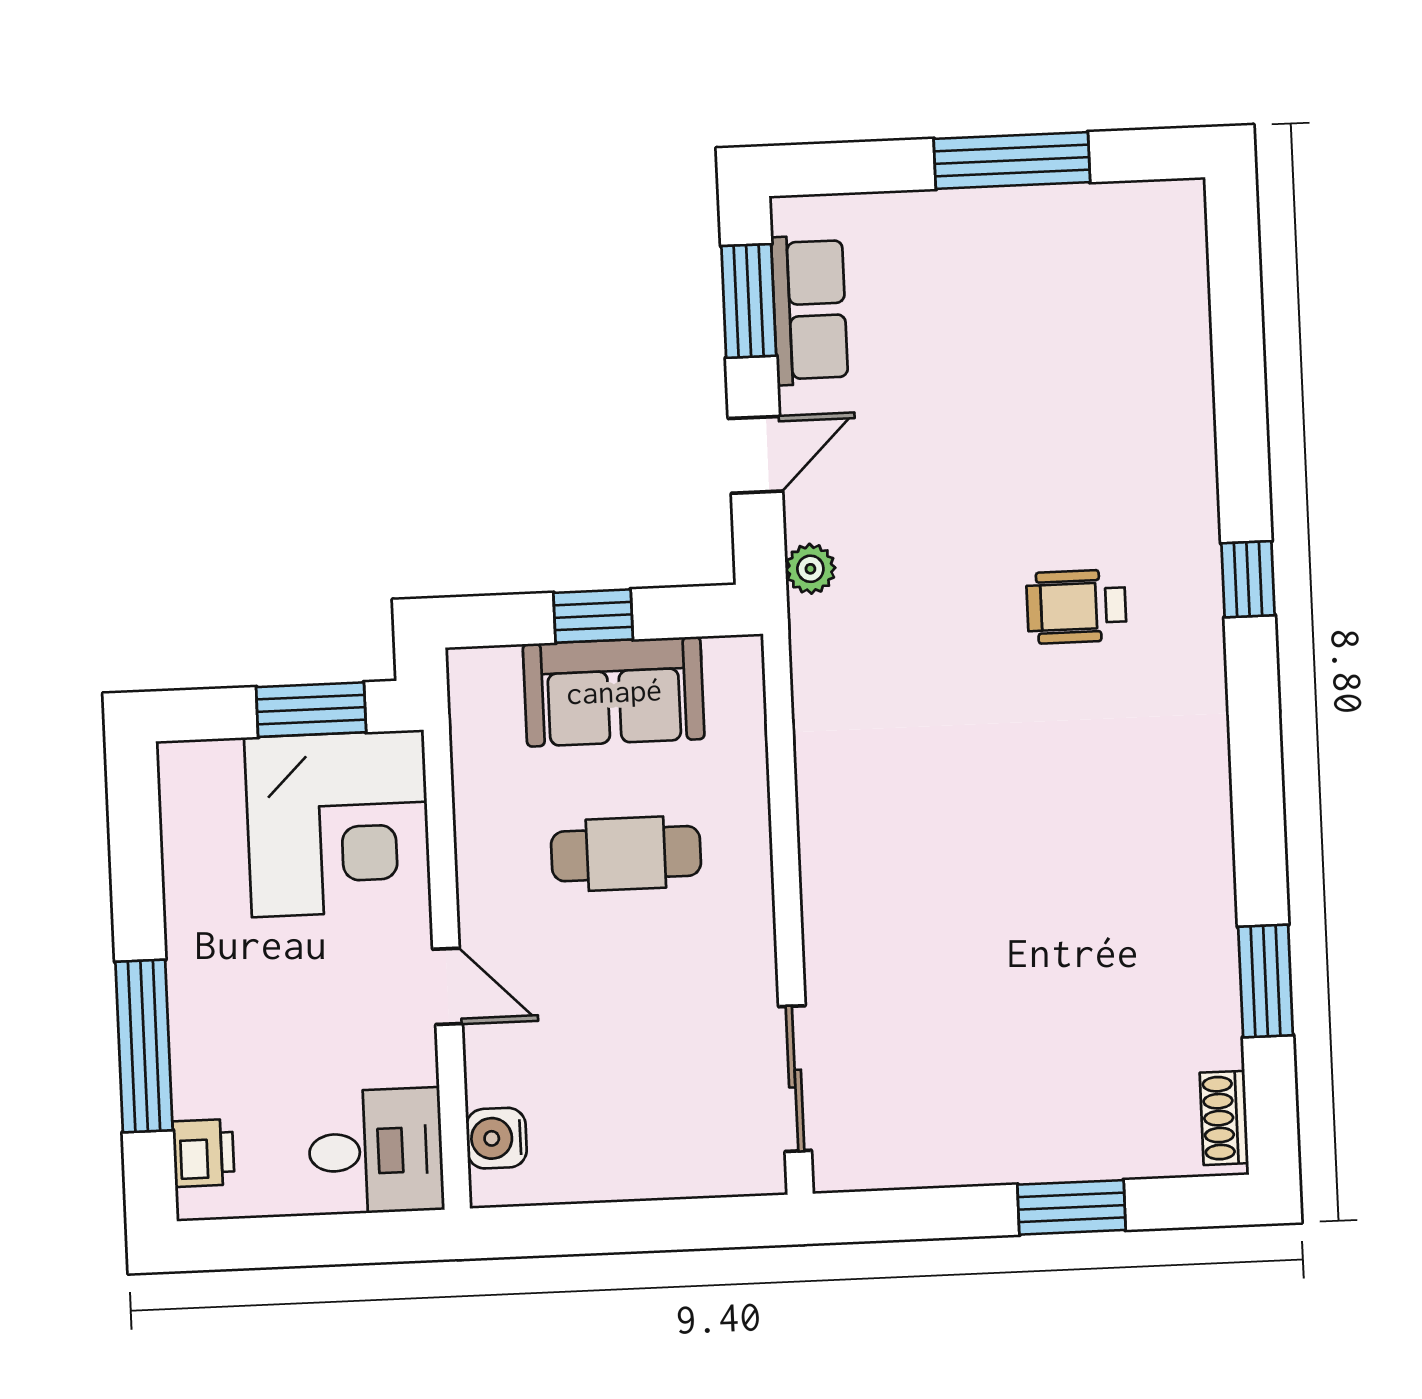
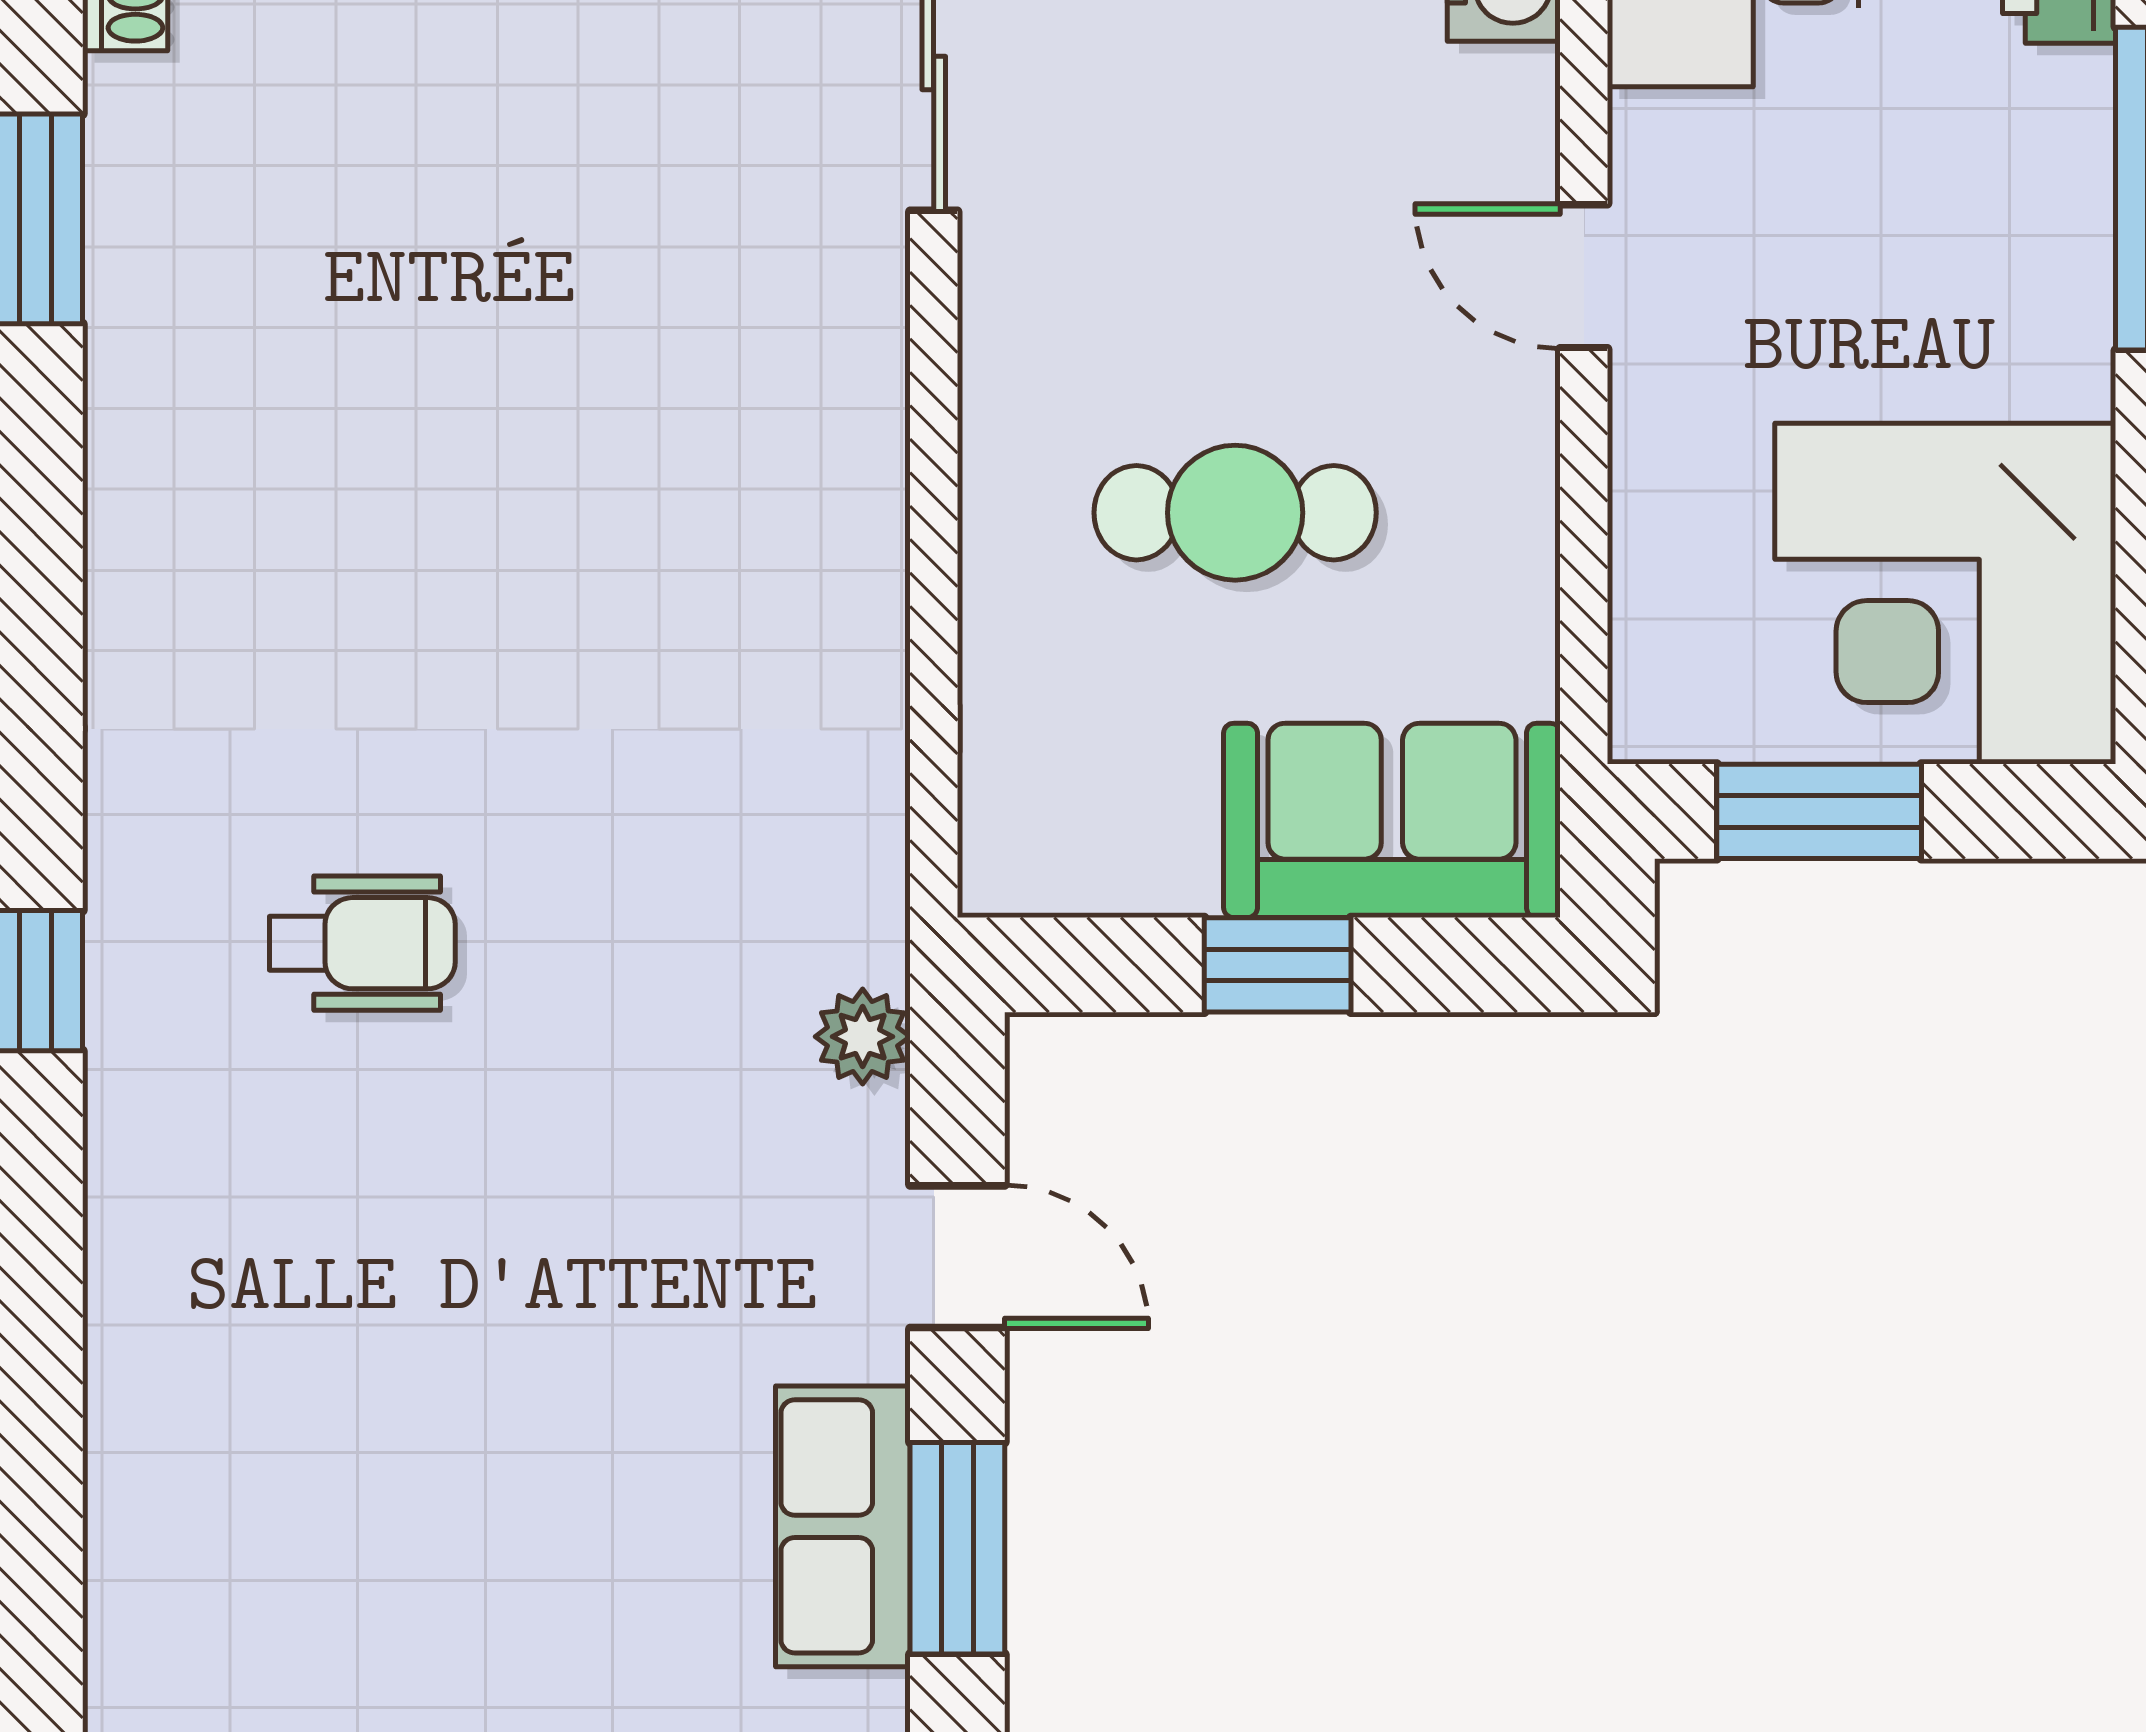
door: (755, 455) -> (957, 1257), swing flipped
sofa: (614, 692) -> (1392, 820), moved
corner desk: (338, 823) -> (1945, 594), moved, turned -90

